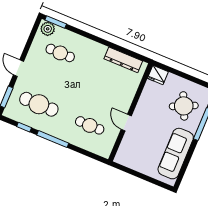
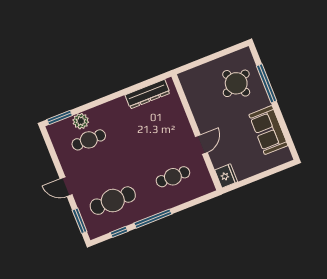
plant: (48, 29) -> (81, 121), moved
fridge: (158, 75) -> (226, 176), moved, turned -90
door: (126, 123) -> (201, 145), swing flipped
sofa: (176, 154) -> (268, 130), width x0.73

